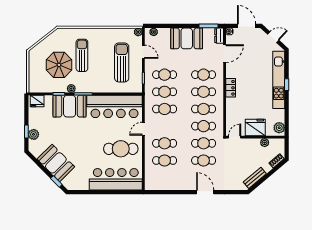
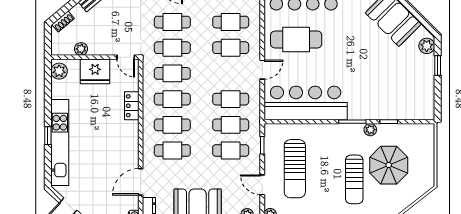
locker: (231, 88) -> (132, 106), moved
fridge: (37, 101) -> (421, 111), removed
booth: (70, 106) -> (373, 103), removed
plant: (34, 134) -> (427, 46), moved
door: (235, 137) -> (126, 57), hinge flipped

